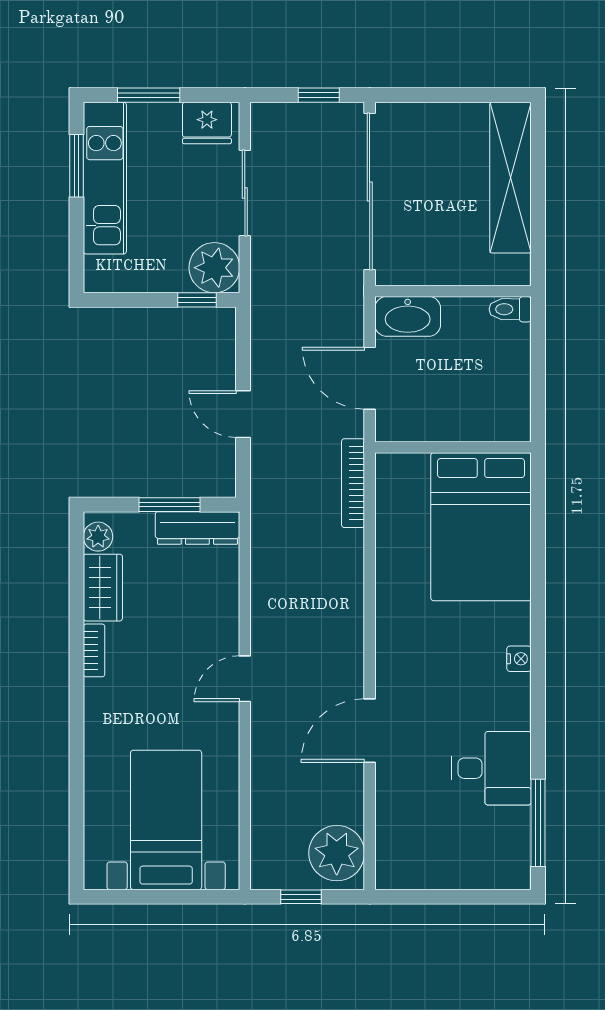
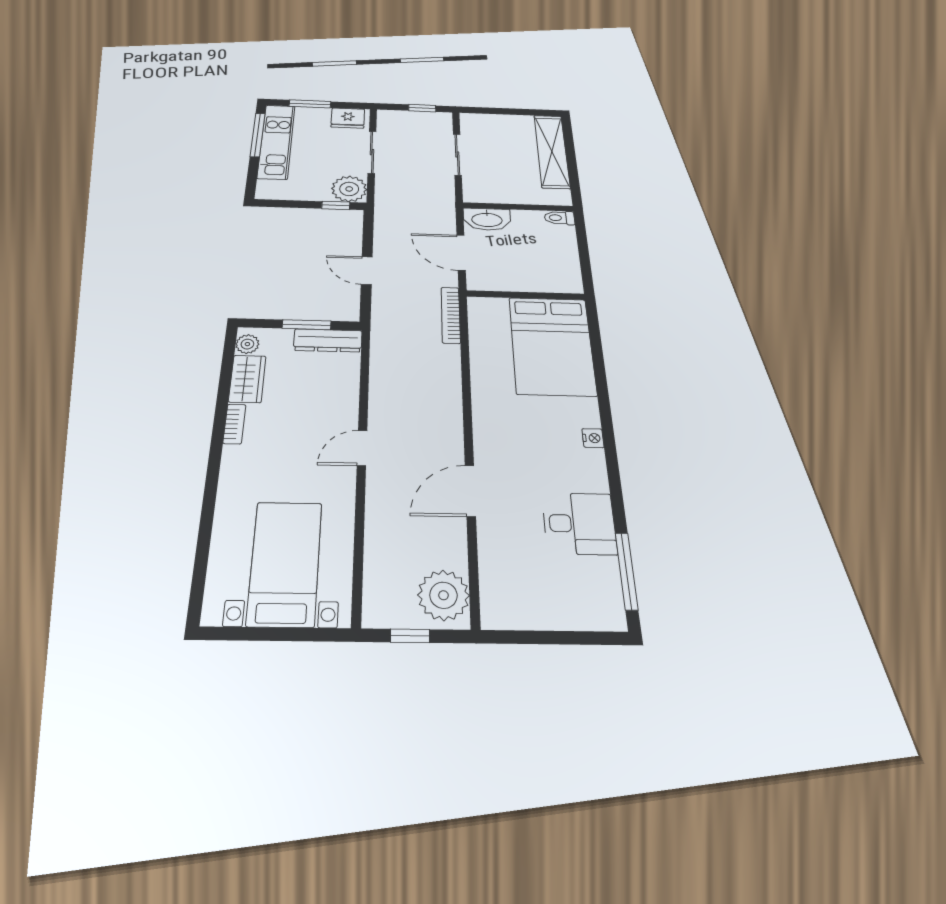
window: (76, 166) -> (258, 135), width x1.44
sliding door: (370, 191) -> (457, 154), width x0.54

